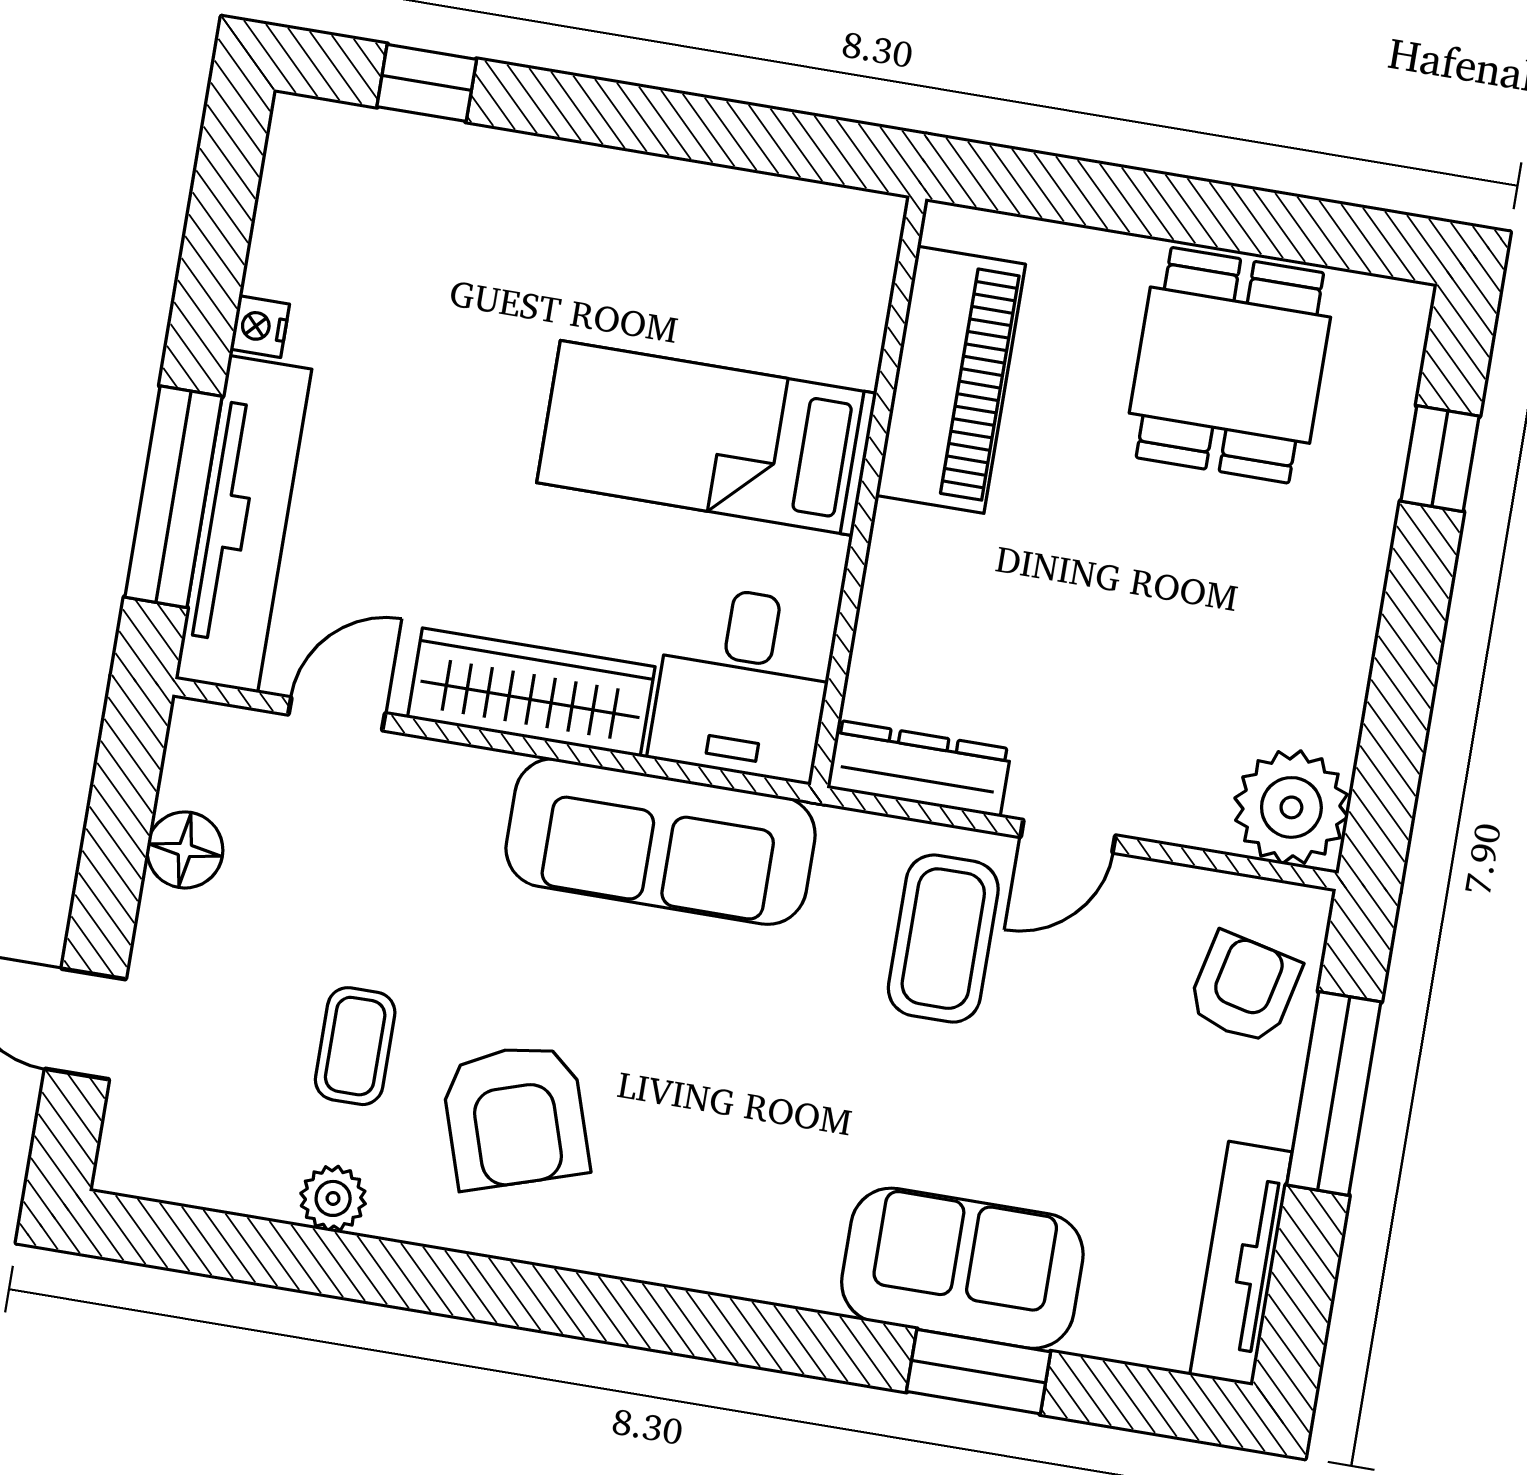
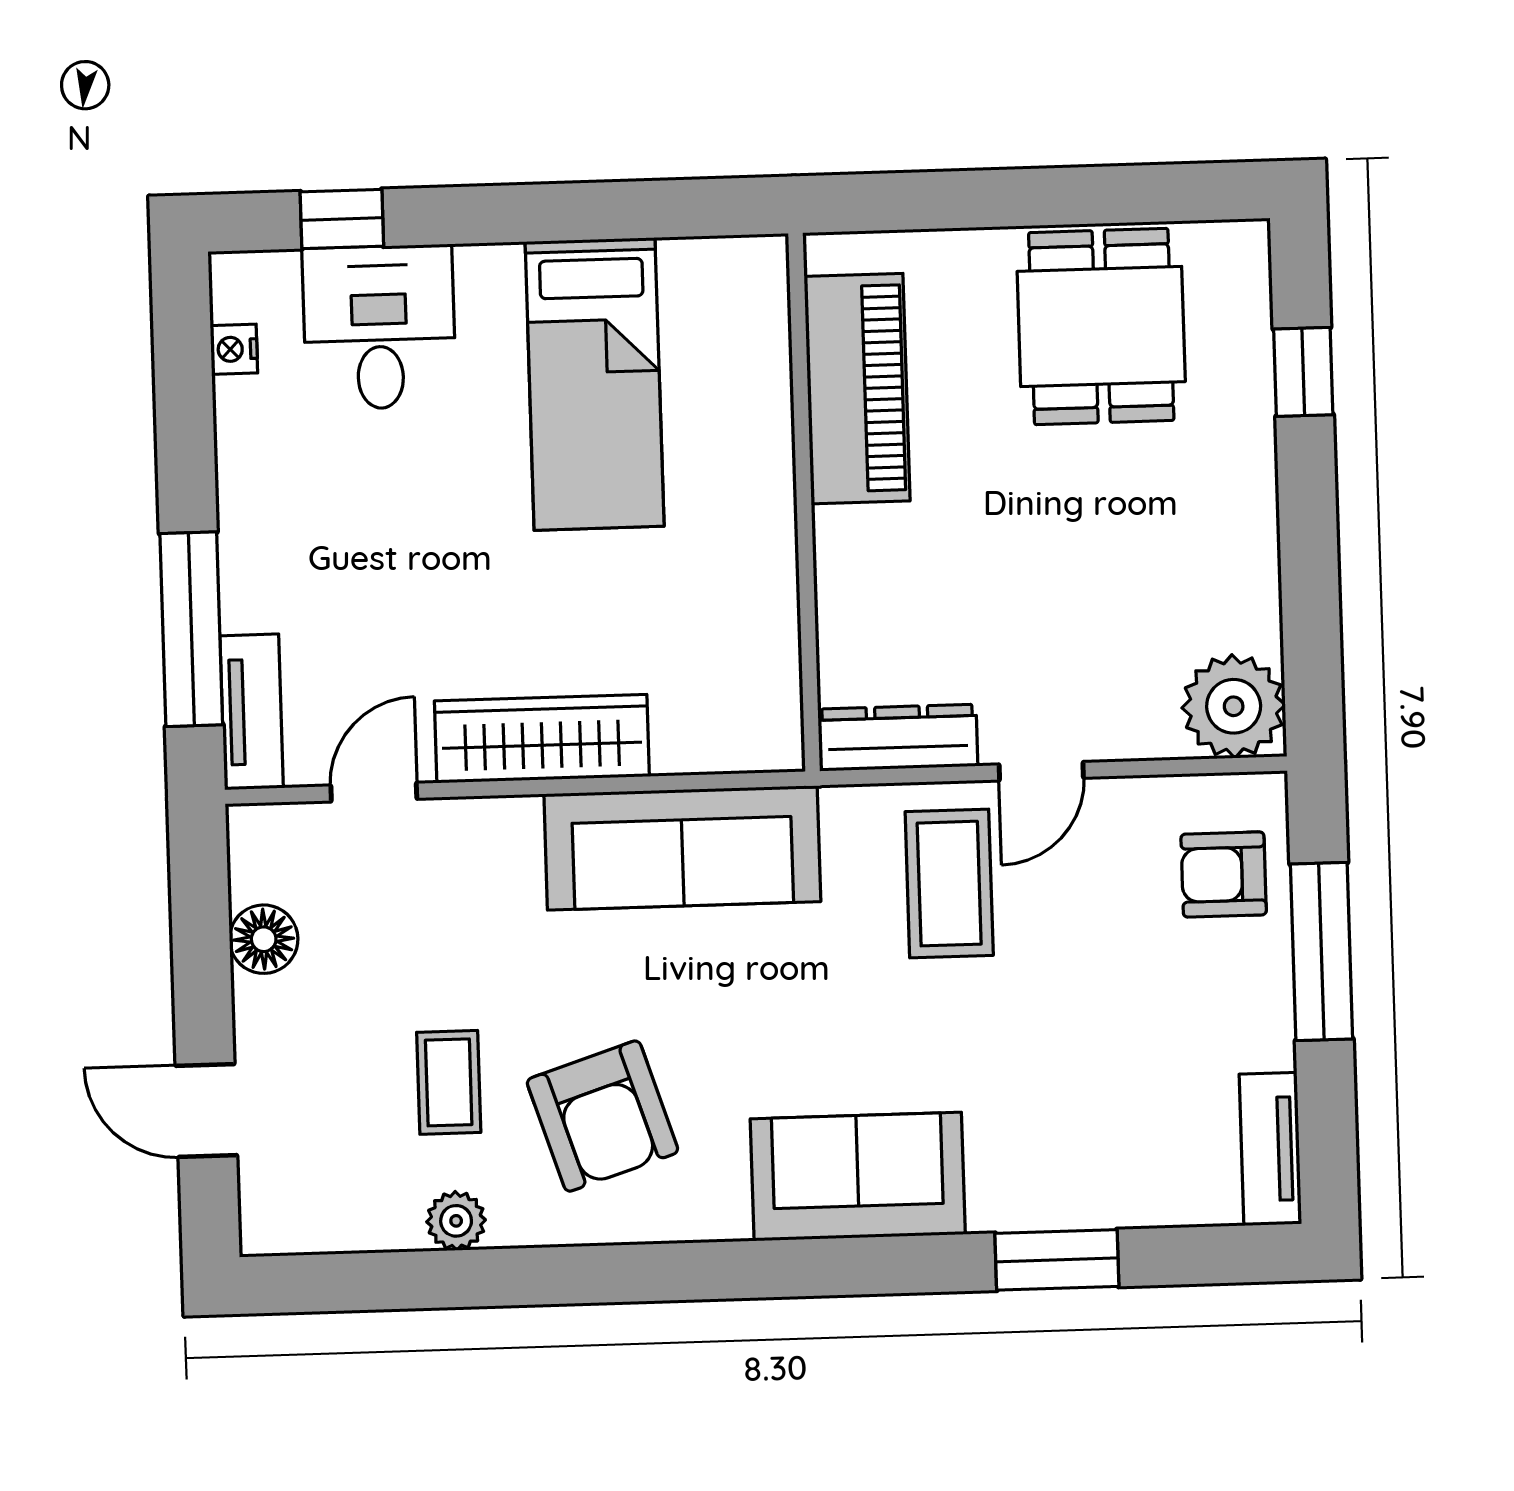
nightstand: (260, 327) -> (234, 349), moved
bed: (707, 438) -> (595, 384), moved, turned -90
tv unit: (243, 524) -> (252, 712), width x0.52, depth x0.78
desk: (743, 683) -> (379, 327), moved, turned 180
armchair: (1244, 988) -> (1224, 874), turned -103
tv unit: (1241, 1263) -> (1270, 1149), width x0.71
sofa: (962, 1268) -> (858, 1177), moved

